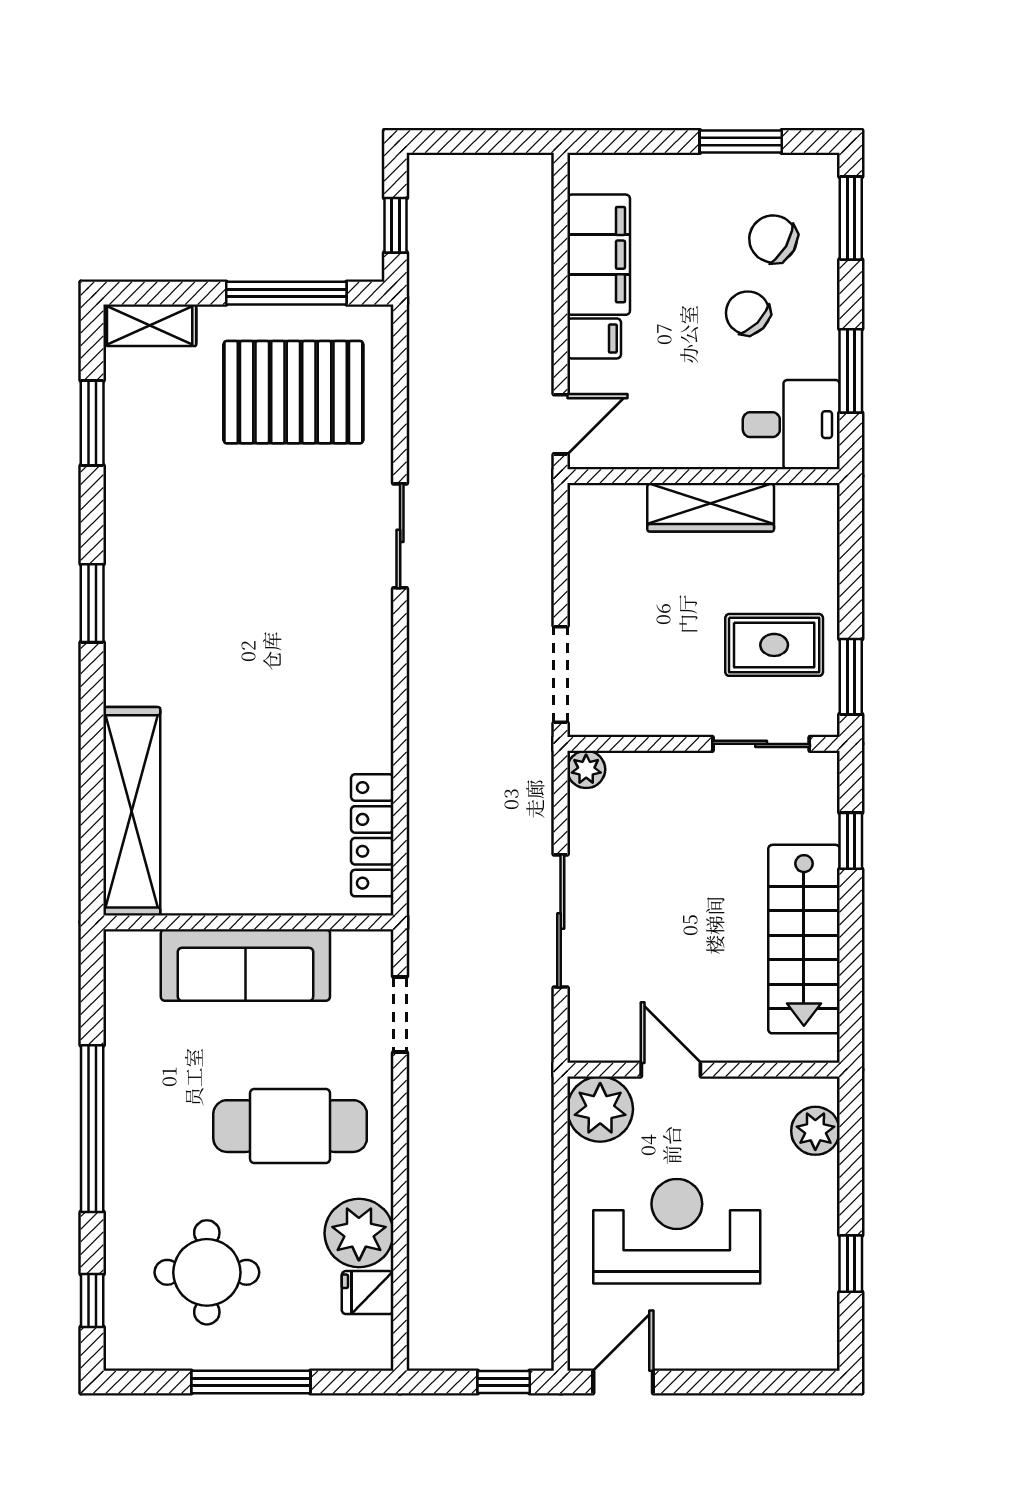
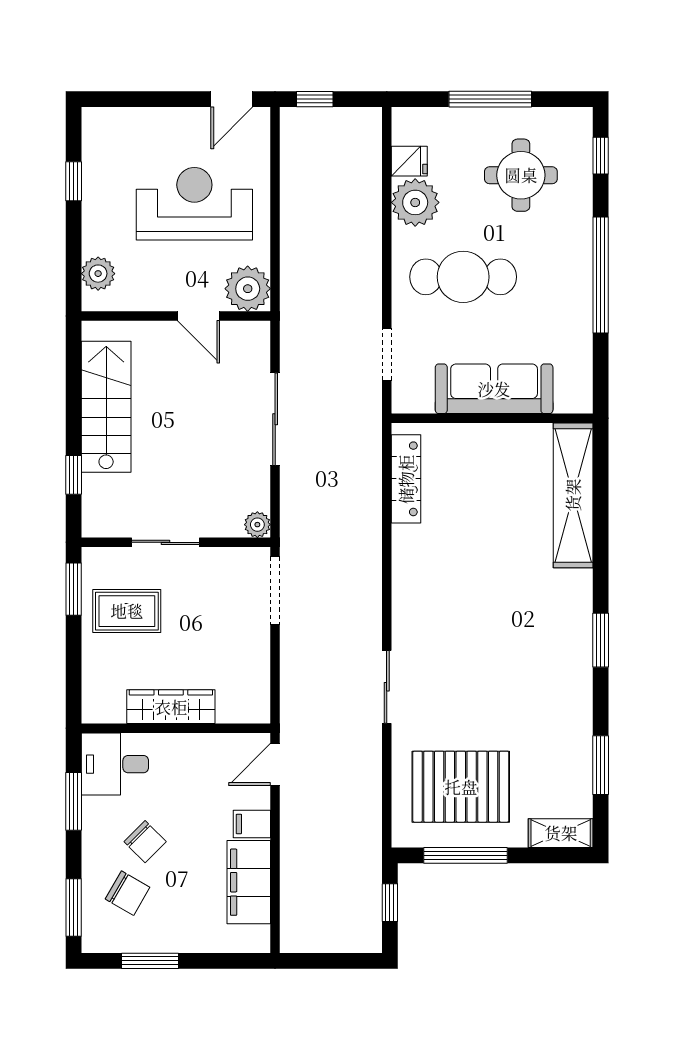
sliding door: (761, 744) -> (165, 542), moved
reception desk: (677, 1231) -> (194, 204), turned 180

